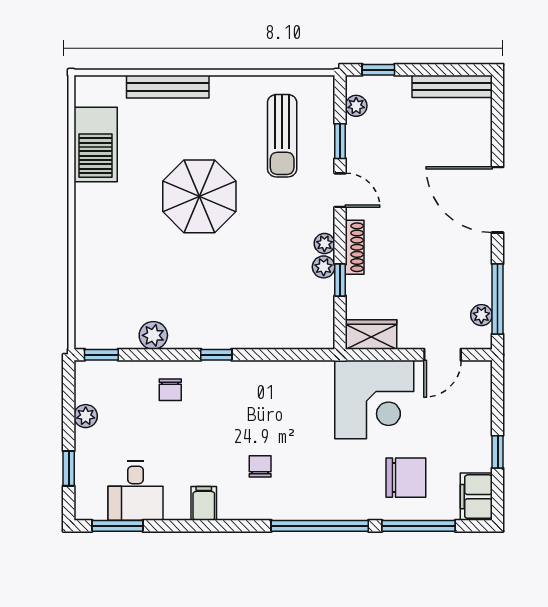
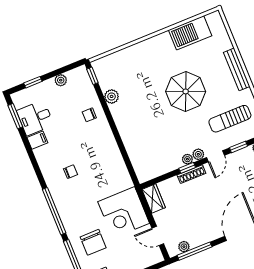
bench: (168, 87) -> (237, 69), moved
plant: (324, 267) -> (198, 154), moved
window: (340, 280) -> (187, 168), moved
window: (216, 355) -> (114, 130), removed
filing cabinet: (204, 503) -> (37, 140), moved

